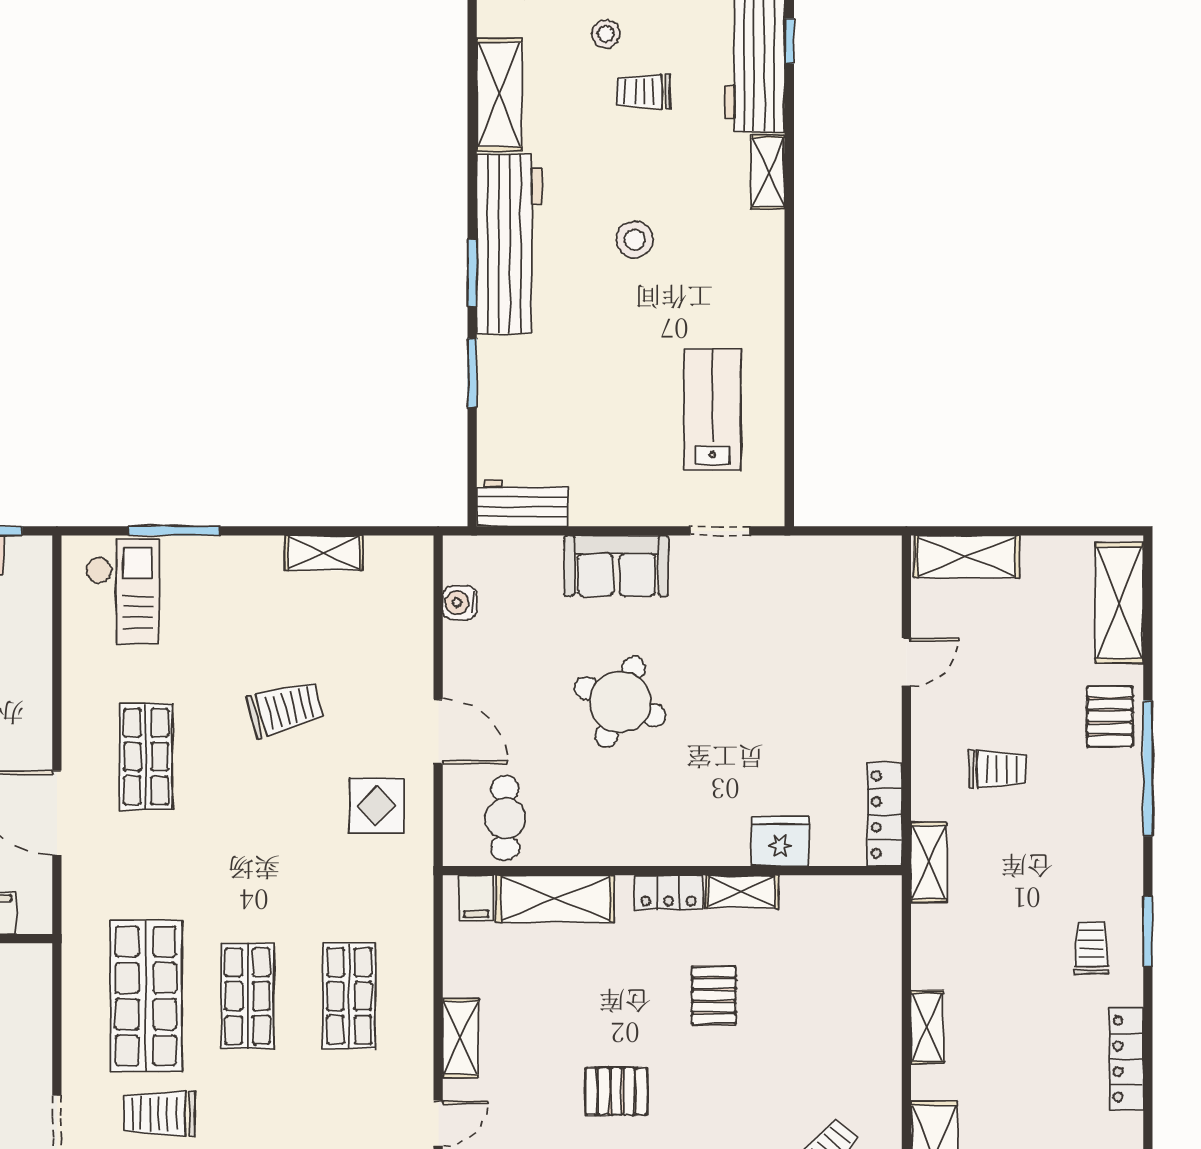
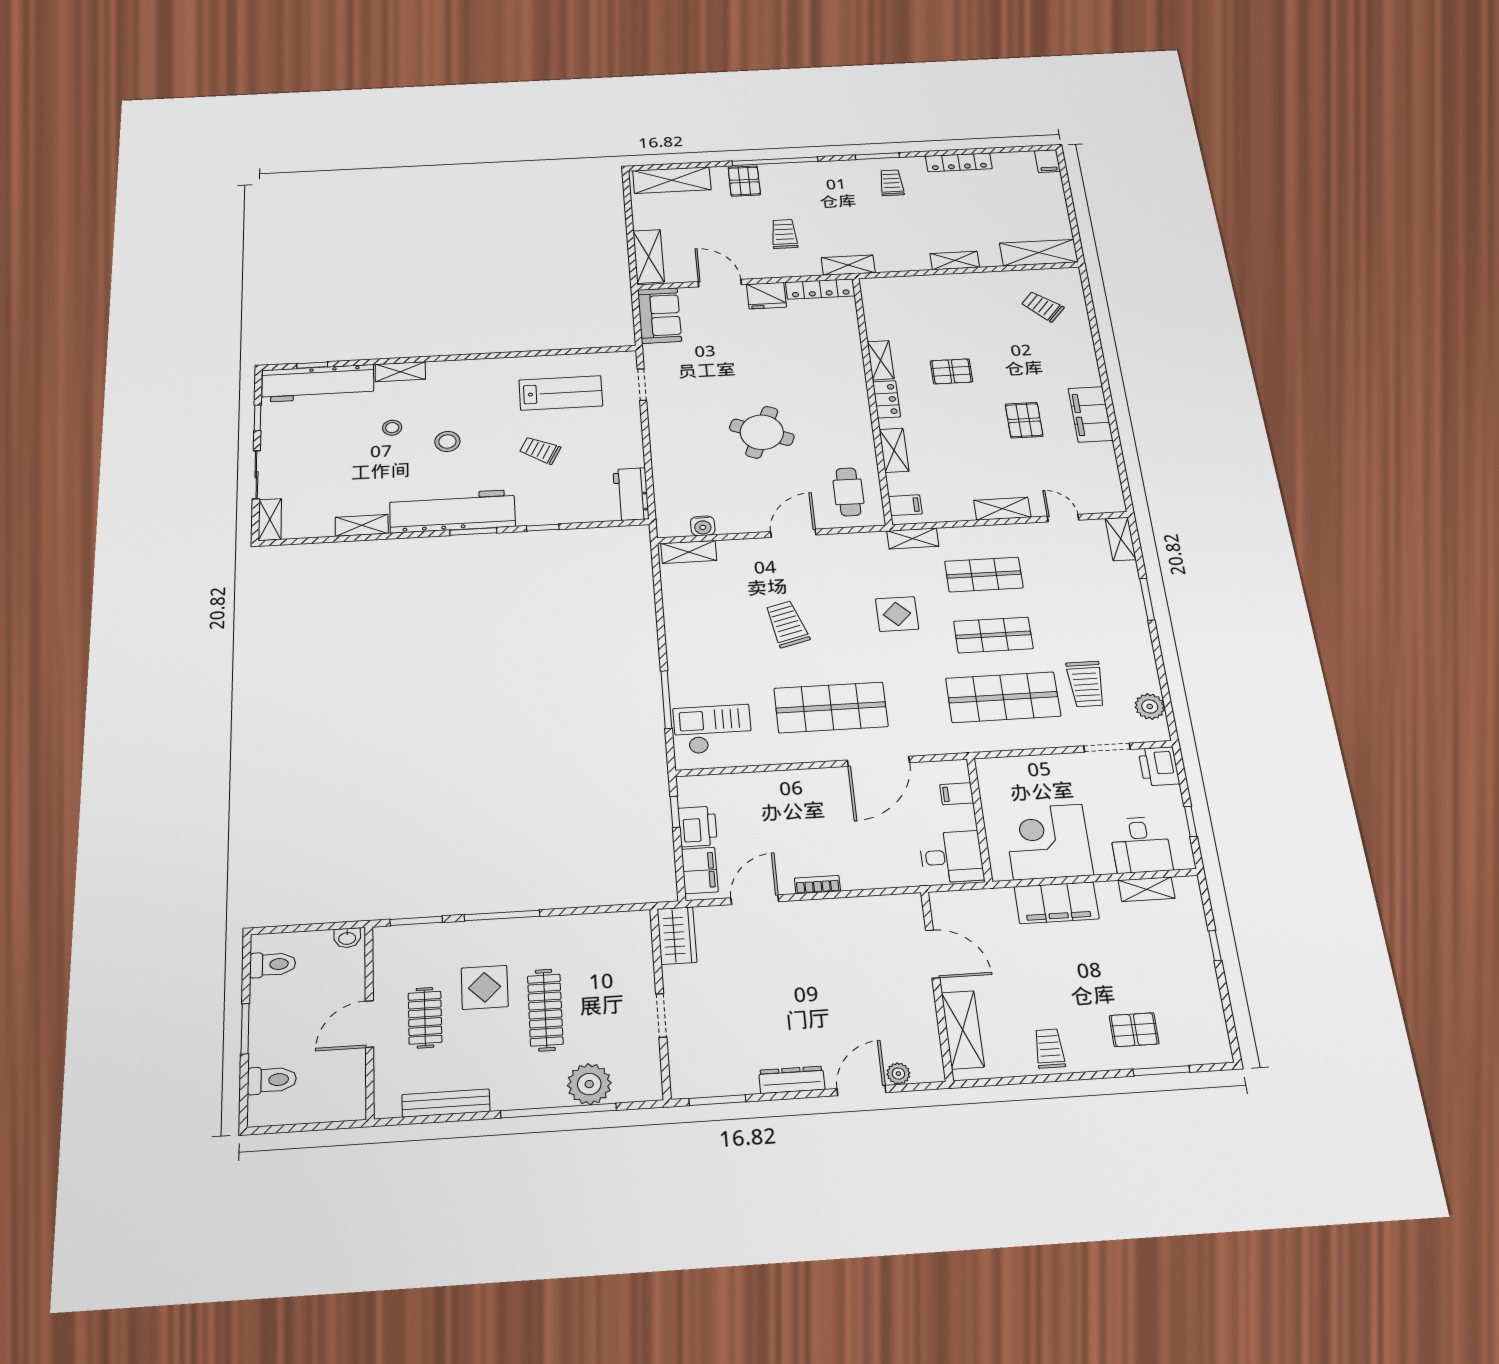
stool: (606, 34) -> (392, 428), moved
trolley: (643, 91) -> (540, 450), moved, turned 117
shelving: (499, 95) -> (362, 525), width x0.67, depth x0.75
window: (472, 373) -> (543, 528), width x0.67
lab bench: (712, 410) -> (561, 393), turned 180
shelving: (324, 553) -> (689, 552), moved, turned 90
sofa: (616, 566) -> (659, 315), moved
door: (906, 662) -> (720, 283), width x1.38
pallet: (1110, 716) -> (744, 181), turned 90
shop shelf: (146, 757) -> (831, 707), width x1.43, depth x1.36
display table: (377, 805) -> (897, 614), moved
cafe table: (505, 818) -> (848, 492), turned 90
fridge: (780, 842) -> (766, 296), moved, turned -90
shelving: (555, 899) -> (894, 450), width x0.67, depth x0.75
shelving: (418, 902) -> (913, 538), added
trolley: (1091, 948) -> (892, 183), turned 90

